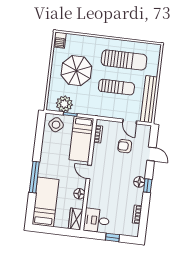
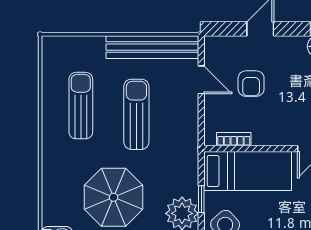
sun lounger: (124, 60) -> (81, 106), width x0.73, depth x0.75
door: (130, 122) -> (201, 80), hinge flipped

